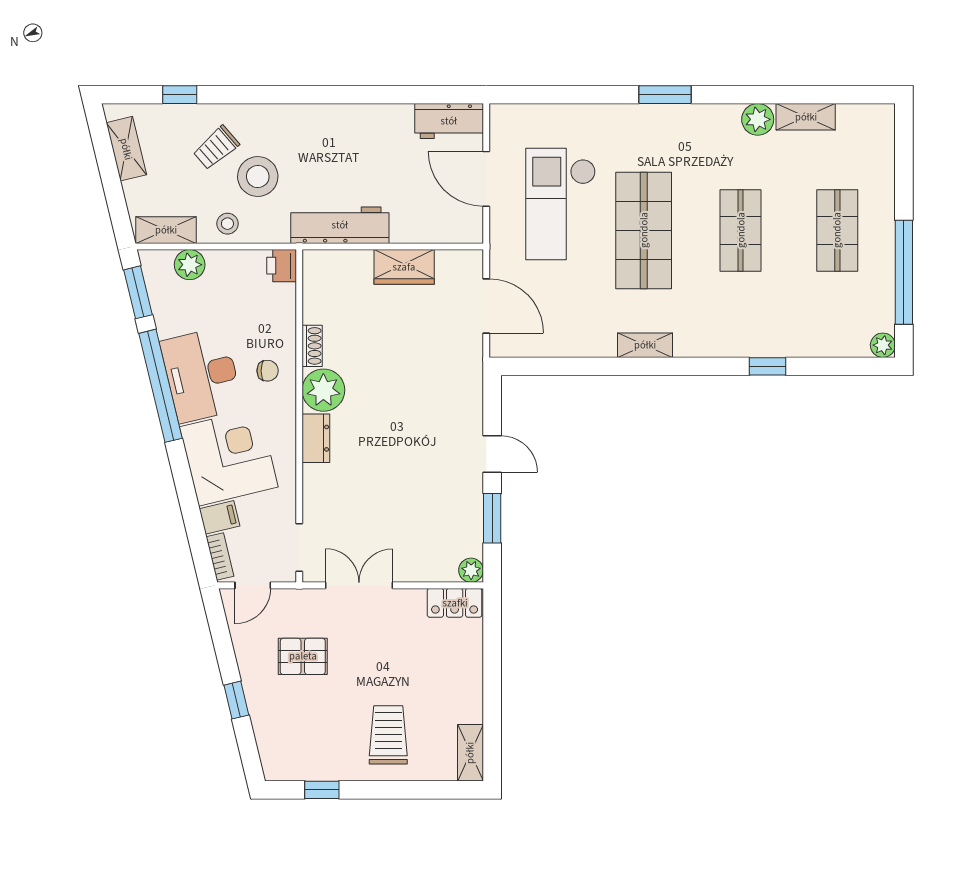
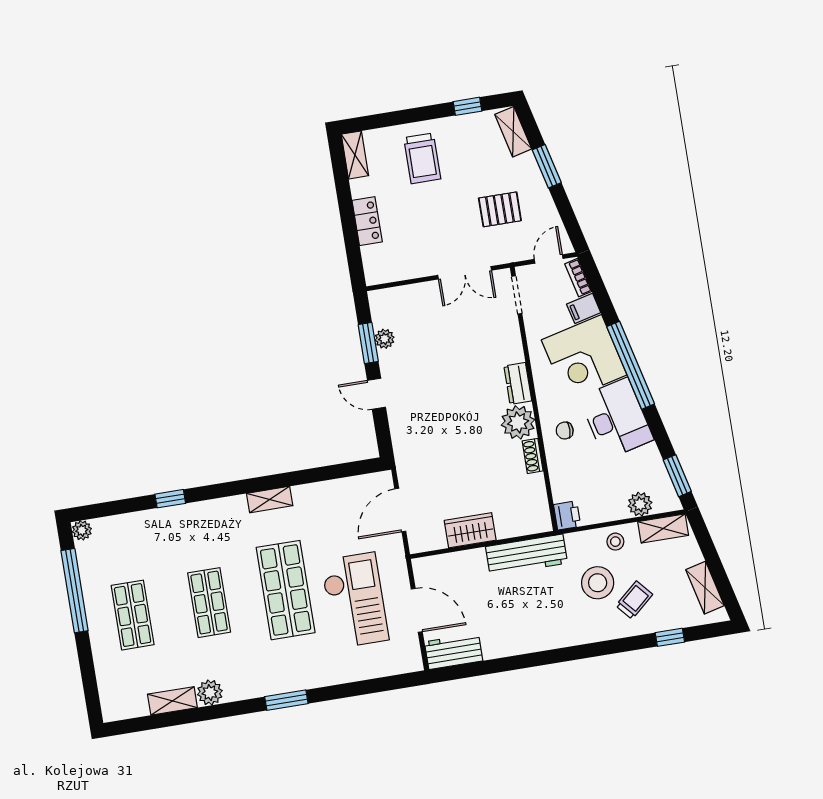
door: (486, 306) -> (400, 510), hinge flipped
window: (161, 386) -> (631, 365), moved
plant: (471, 570) -> (385, 339), moved
locker: (455, 603) -> (367, 221), moved, turned 90
window: (236, 700) -> (547, 166), width x1.50
shelving: (271, 749) -> (513, 132), added

